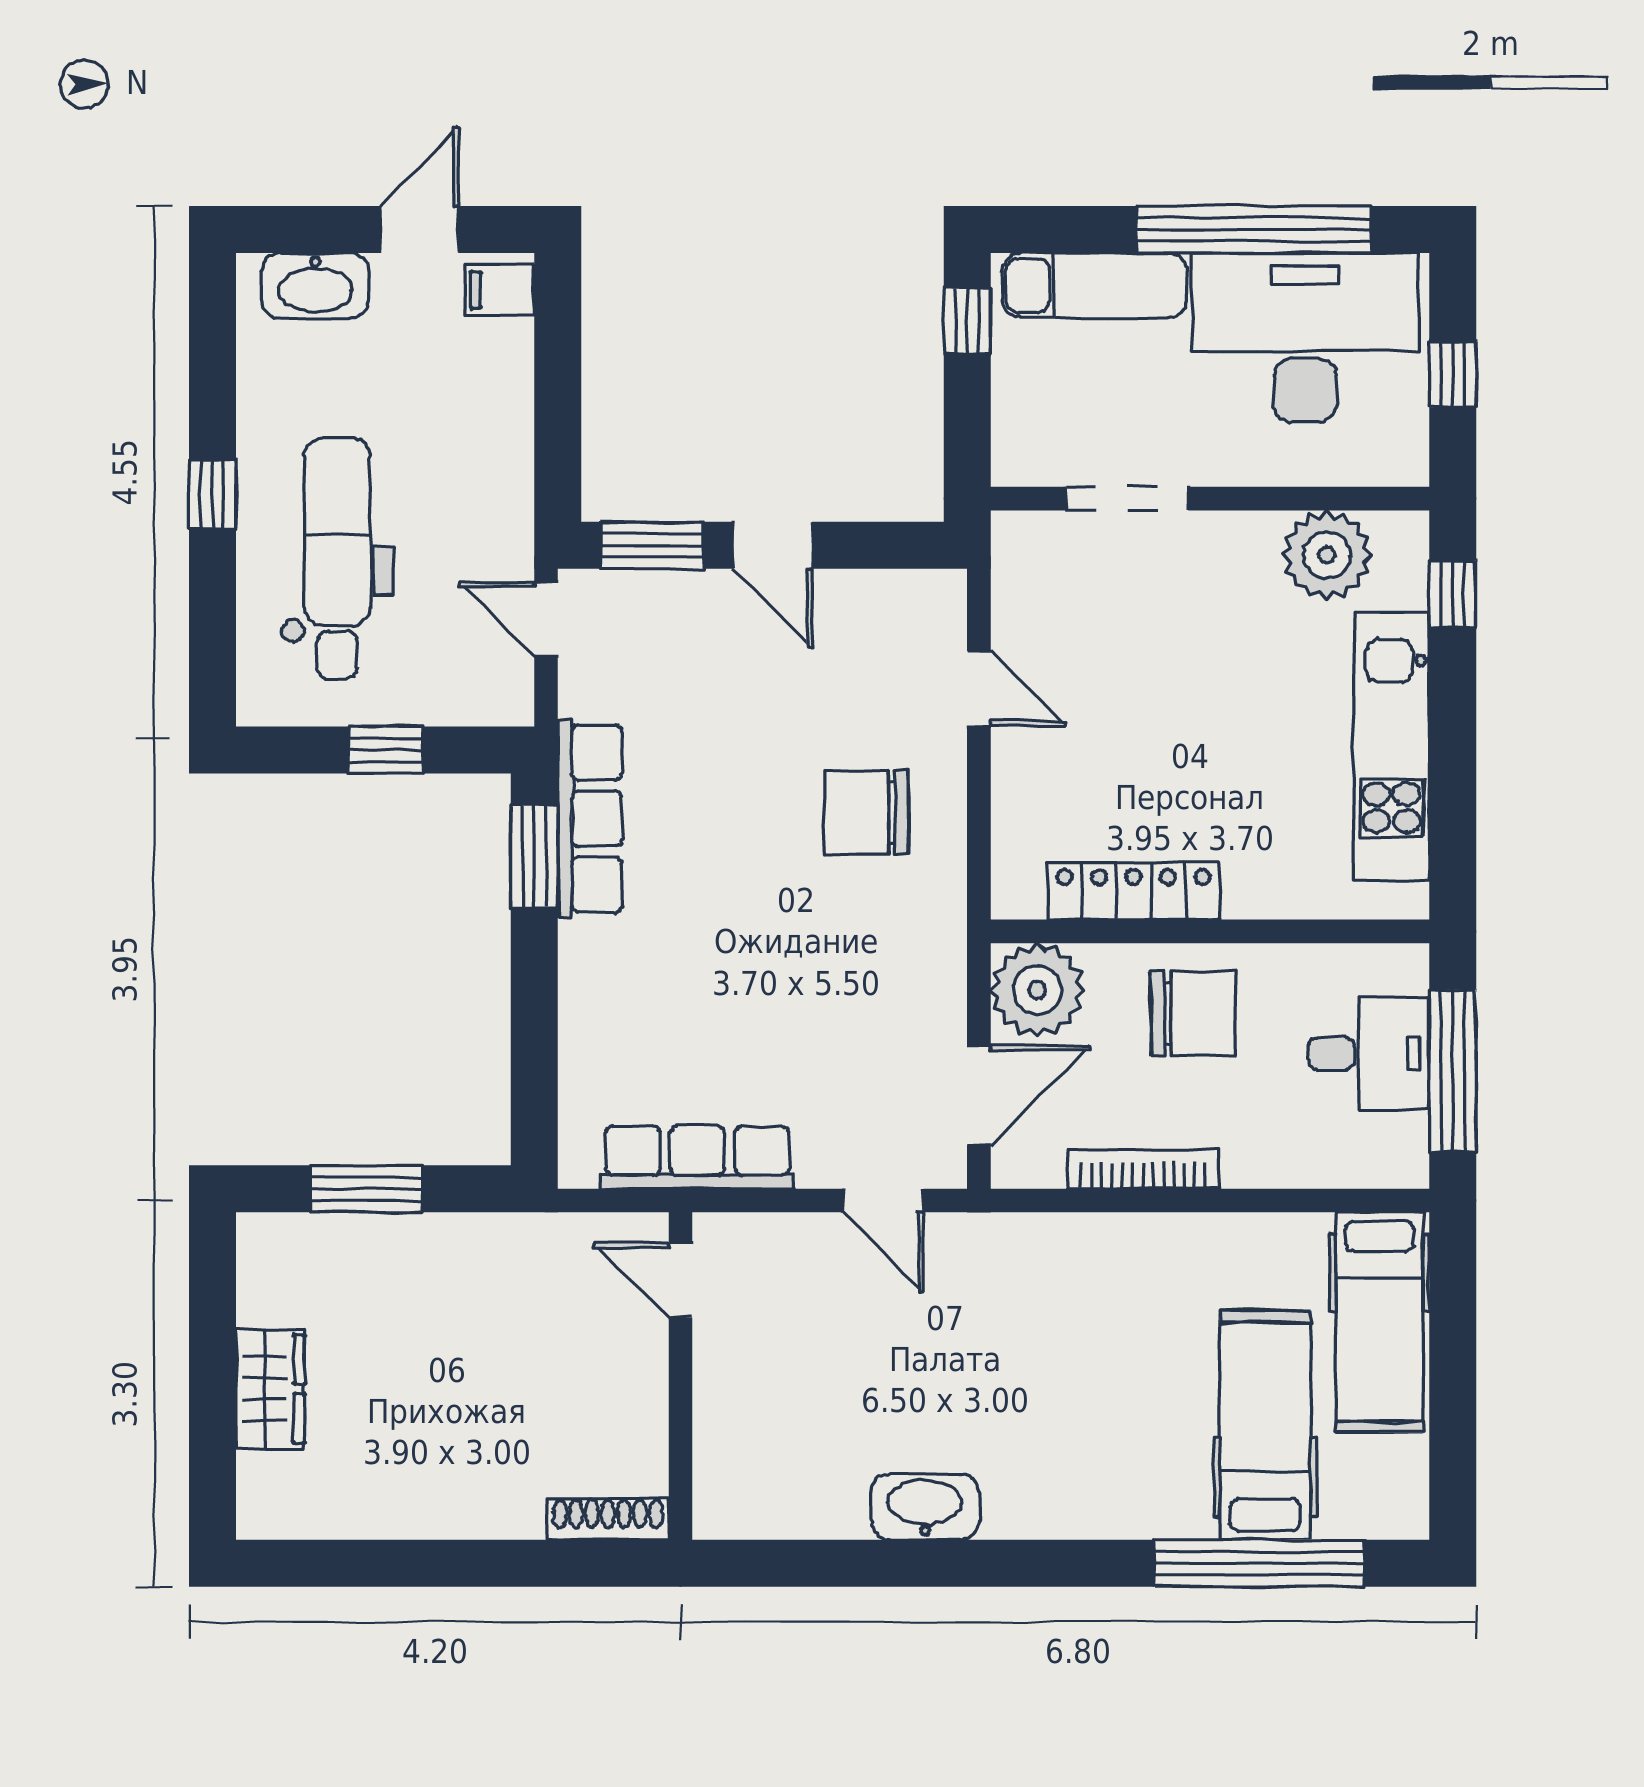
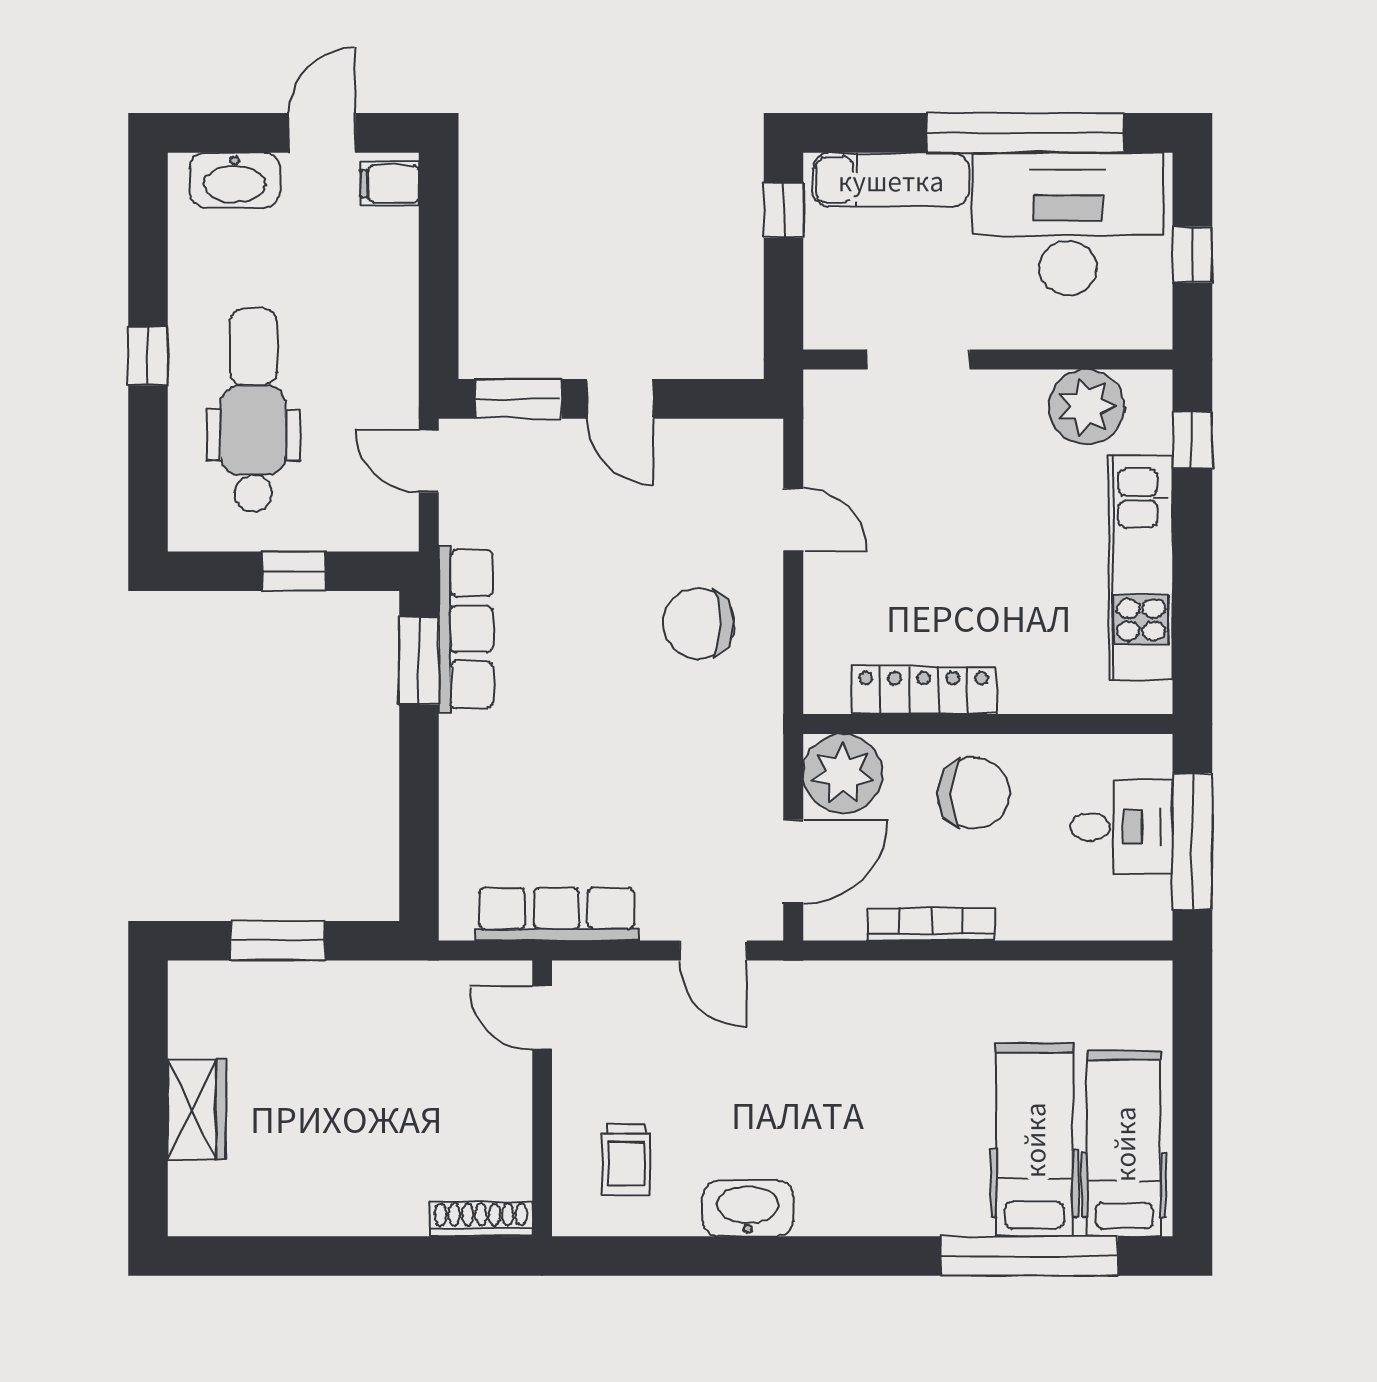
hospital bed: (1380, 1322) -> (1124, 1144), moved, turned 180
trolley: (780, 1448) -> (626, 1159), added

